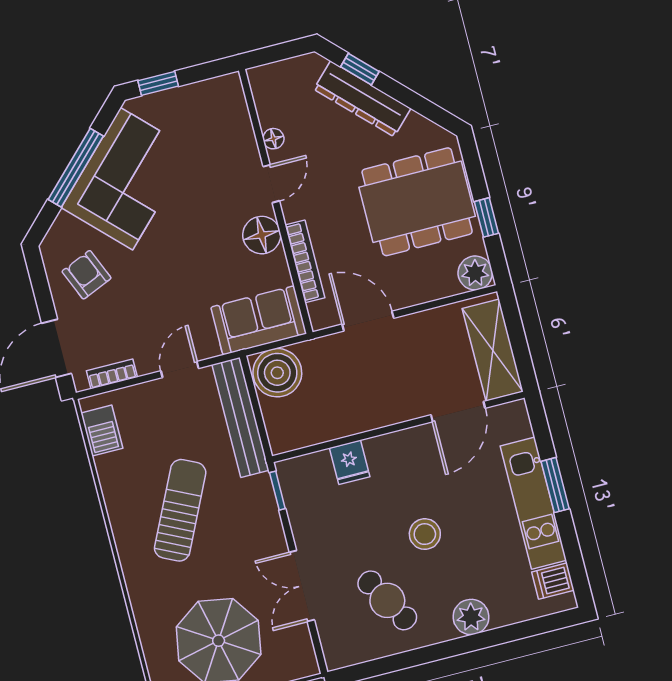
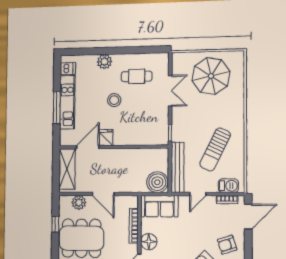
plant: (475, 273) -> (79, 203), moved
armchair: (87, 275) -> (227, 245), turned 95
door: (368, 321) -> (103, 194), moved
barbecue: (102, 431) -> (228, 186), moved, turned 90
fridge: (350, 462) -> (106, 138), moved
window: (555, 485) -> (57, 107), width x1.44
sun lounger: (180, 510) -> (215, 149), moved
cafe table: (387, 600) -> (137, 76), turned -60

